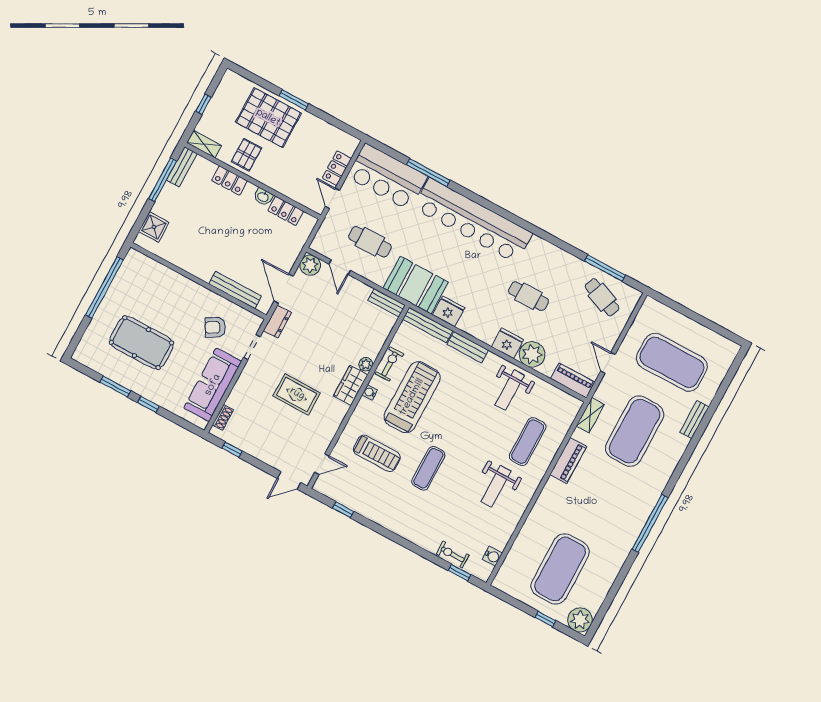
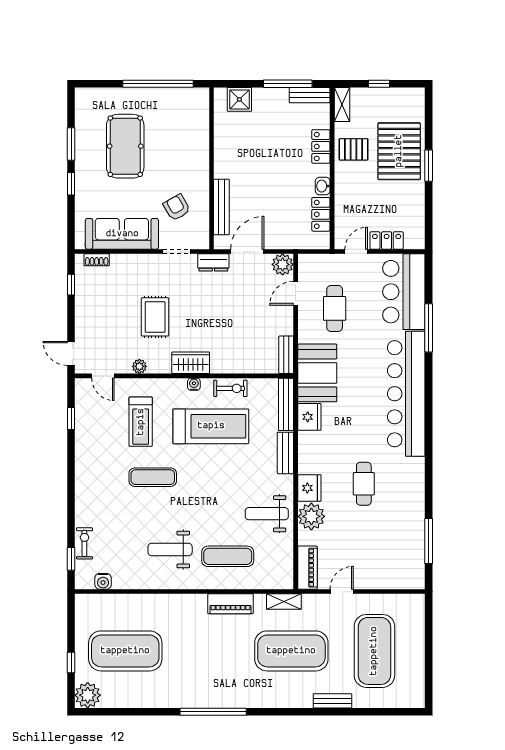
cafe table: (602, 297) -> (400, 553), removed
plant: (366, 364) -> (139, 366), moved

